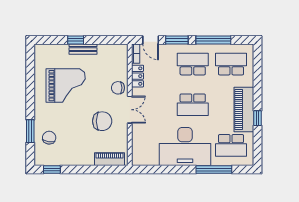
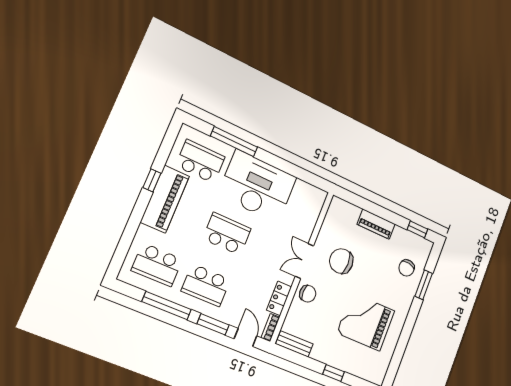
bench: (83, 49) -> (294, 344), moved
piano: (109, 159) -> (376, 224), moved

